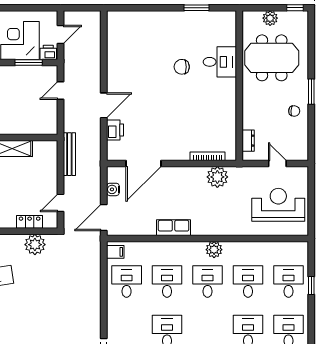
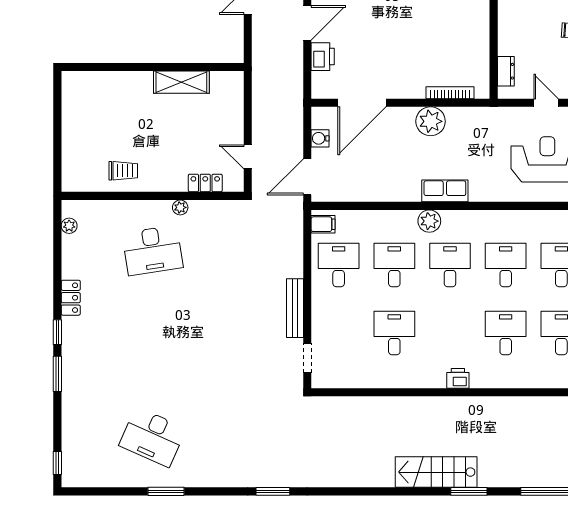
bench: (69, 154) -> (295, 308), moved
plant: (217, 177) -> (431, 121), moved
door: (60, 203) -> (248, 157), hinge flipped
row of seats: (174, 228) -> (445, 191), moved
plant: (35, 245) -> (180, 207), moved, width x0.53, depth x0.53
plant: (214, 250) -> (429, 221), moved

